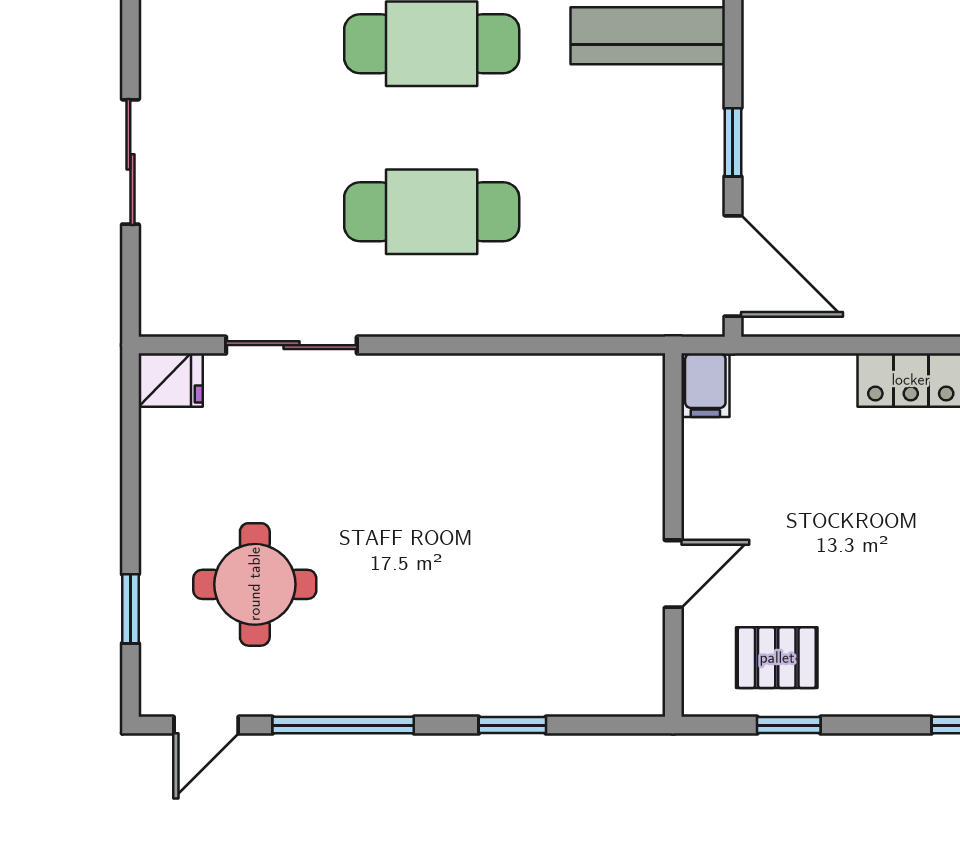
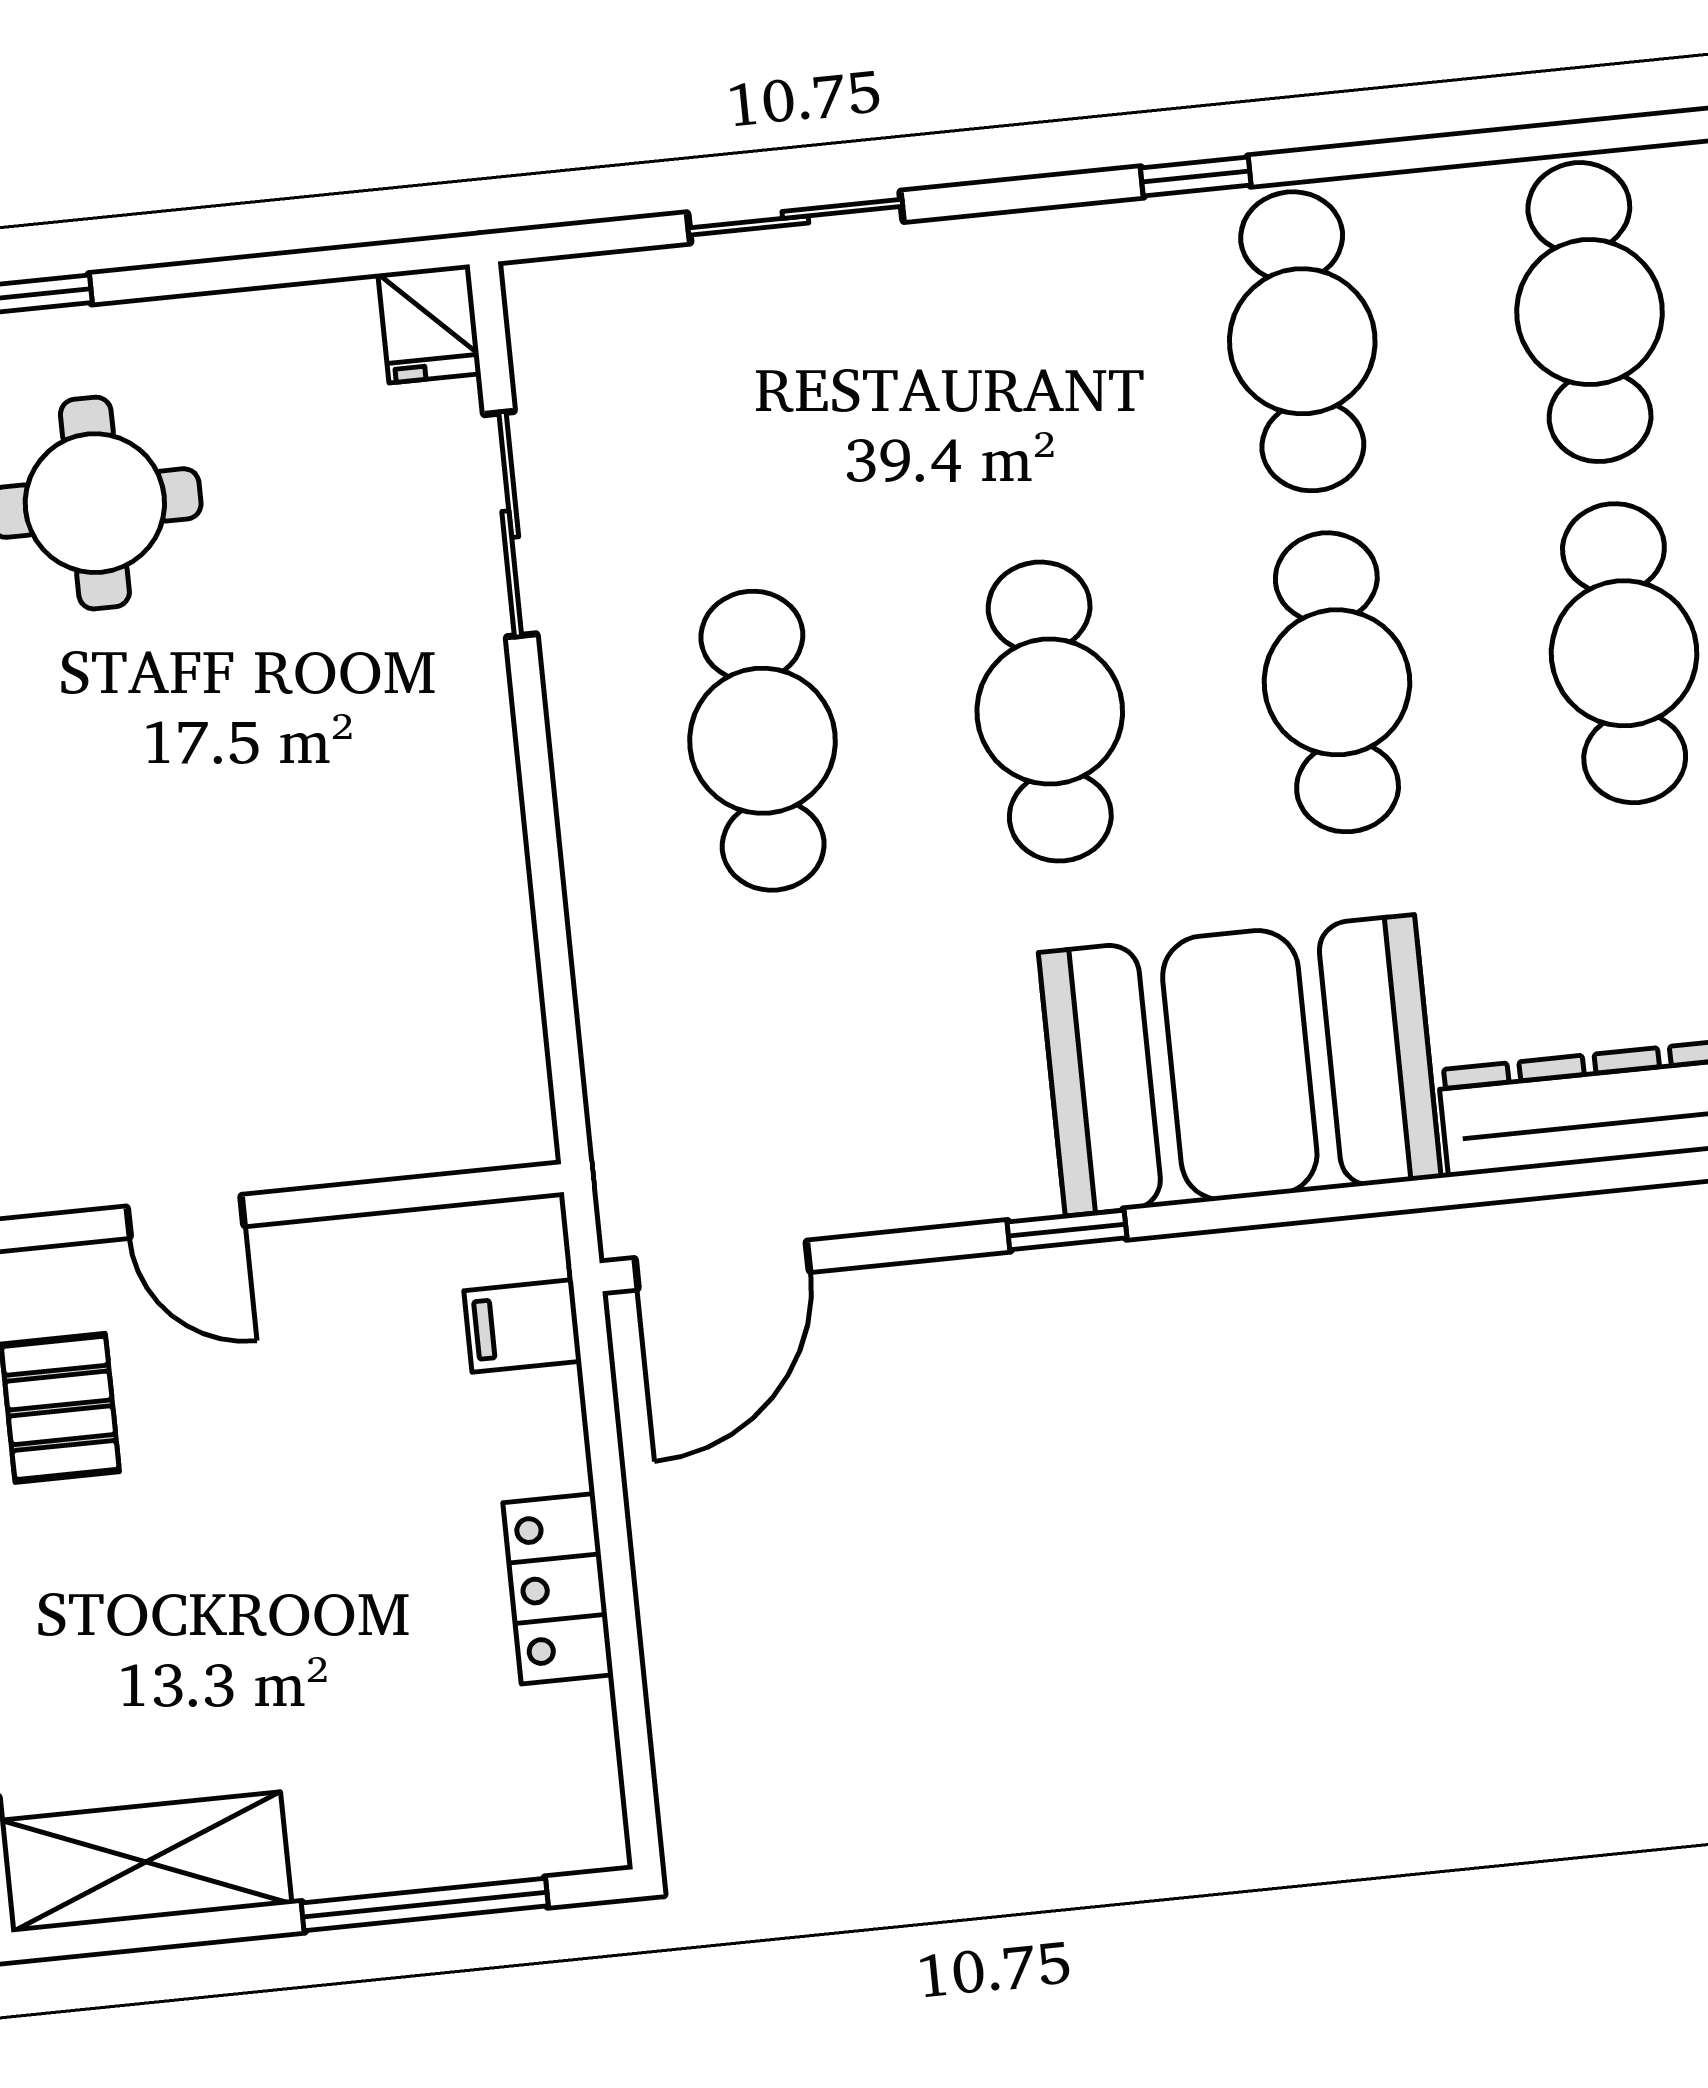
window: (733, 142) -> (1067, 1230), moved
filing cabinet: (705, 385) -> (523, 1326), moved

